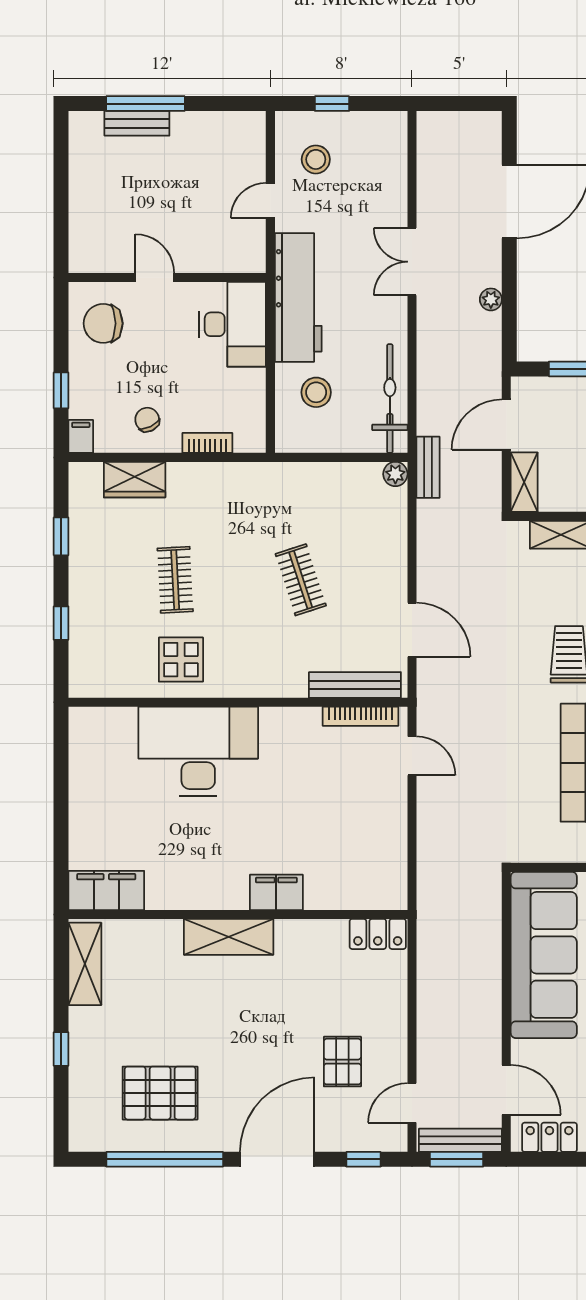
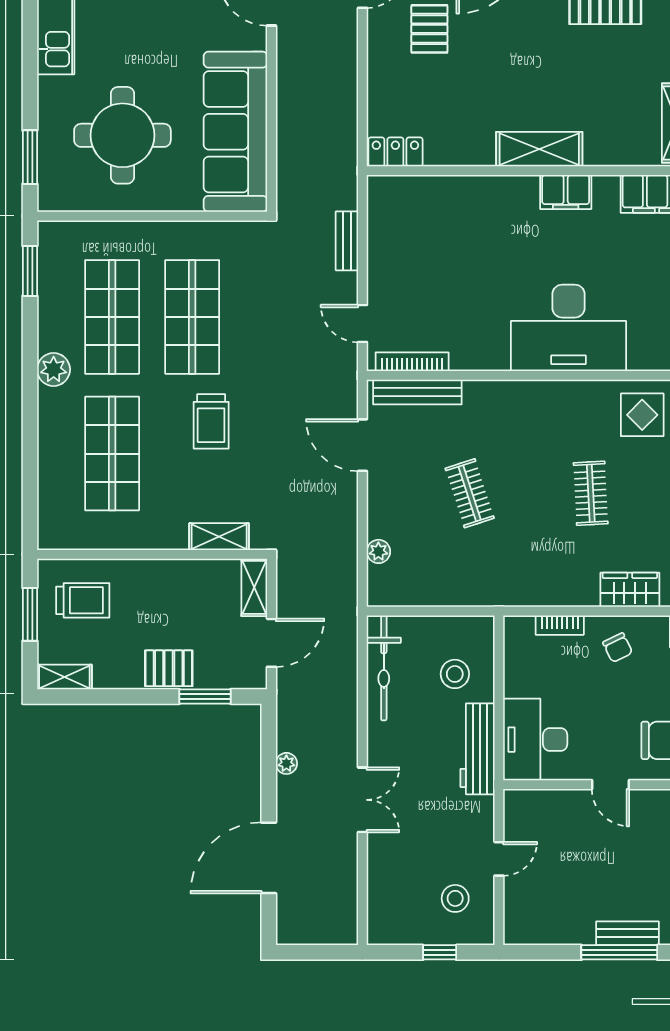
workbench: (298, 298) -> (478, 749), width x0.73, depth x0.76
bench: (428, 467) -> (347, 241), moved
plant: (395, 474) -> (378, 551), moved
display table: (181, 660) -> (642, 415), moved
filing cabinet: (276, 892) -> (566, 192), moved

